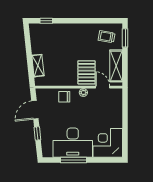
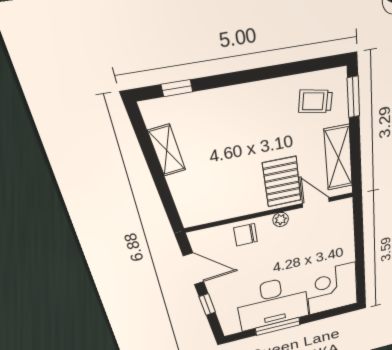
shelving: (38, 66) -> (167, 150), moved
door: (35, 110) -> (194, 269), swing flipped

